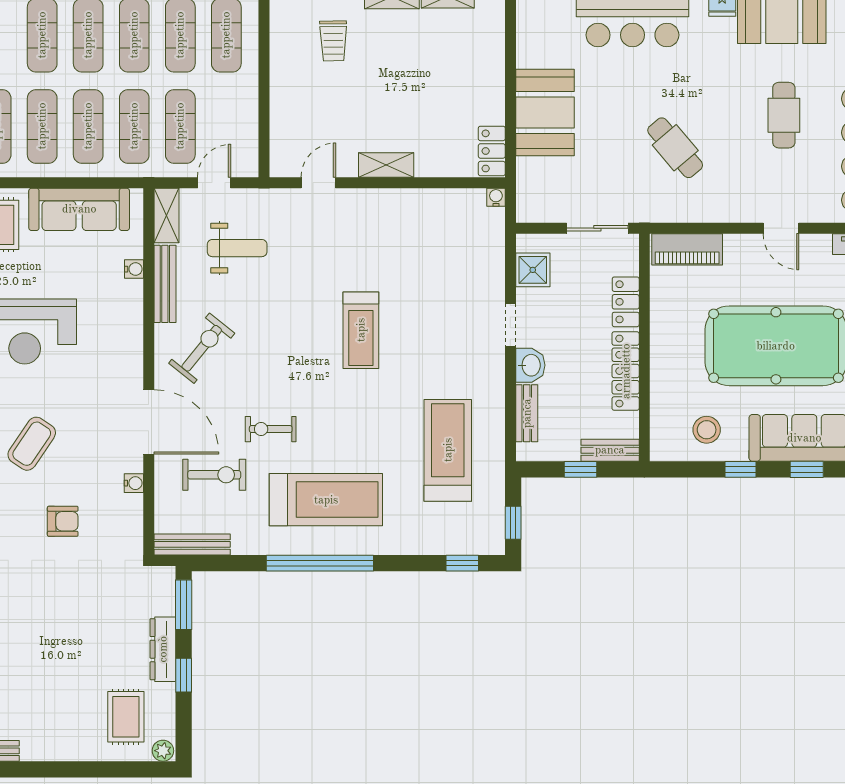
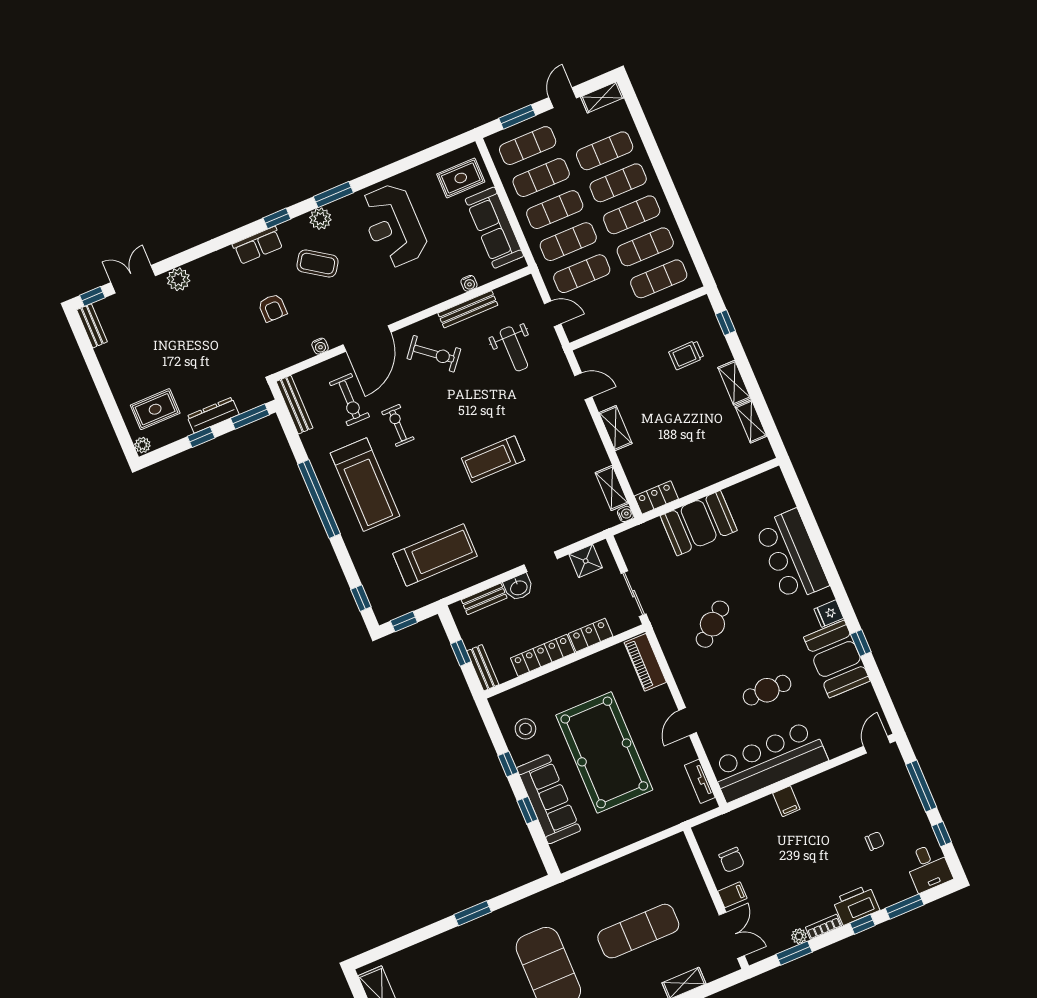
shelving: (166, 215) -> (612, 488), moved, turned 90

